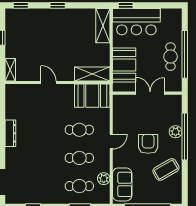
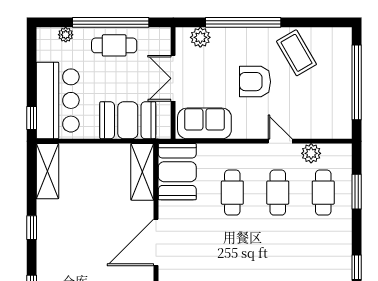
shelving: (103, 26) -> (47, 171), moved, turned 90
plant: (177, 27) -> (66, 35), added
door: (48, 82) -> (156, 242), width x1.87
plant: (176, 132) -> (200, 37), moved
door: (111, 142) -> (280, 141), moved
sofa: (122, 184) -> (204, 123), moved

